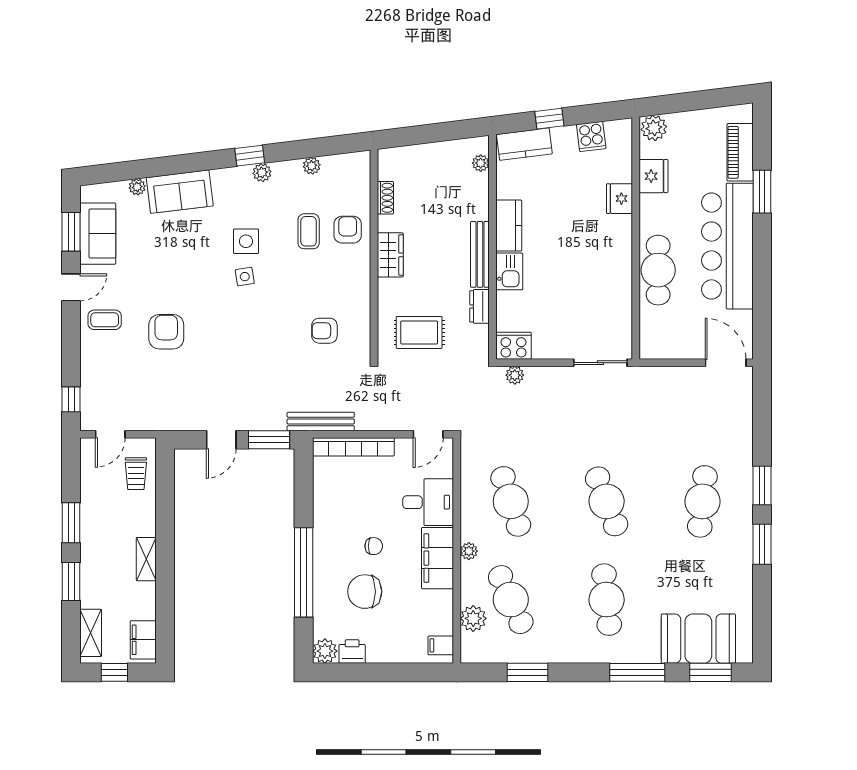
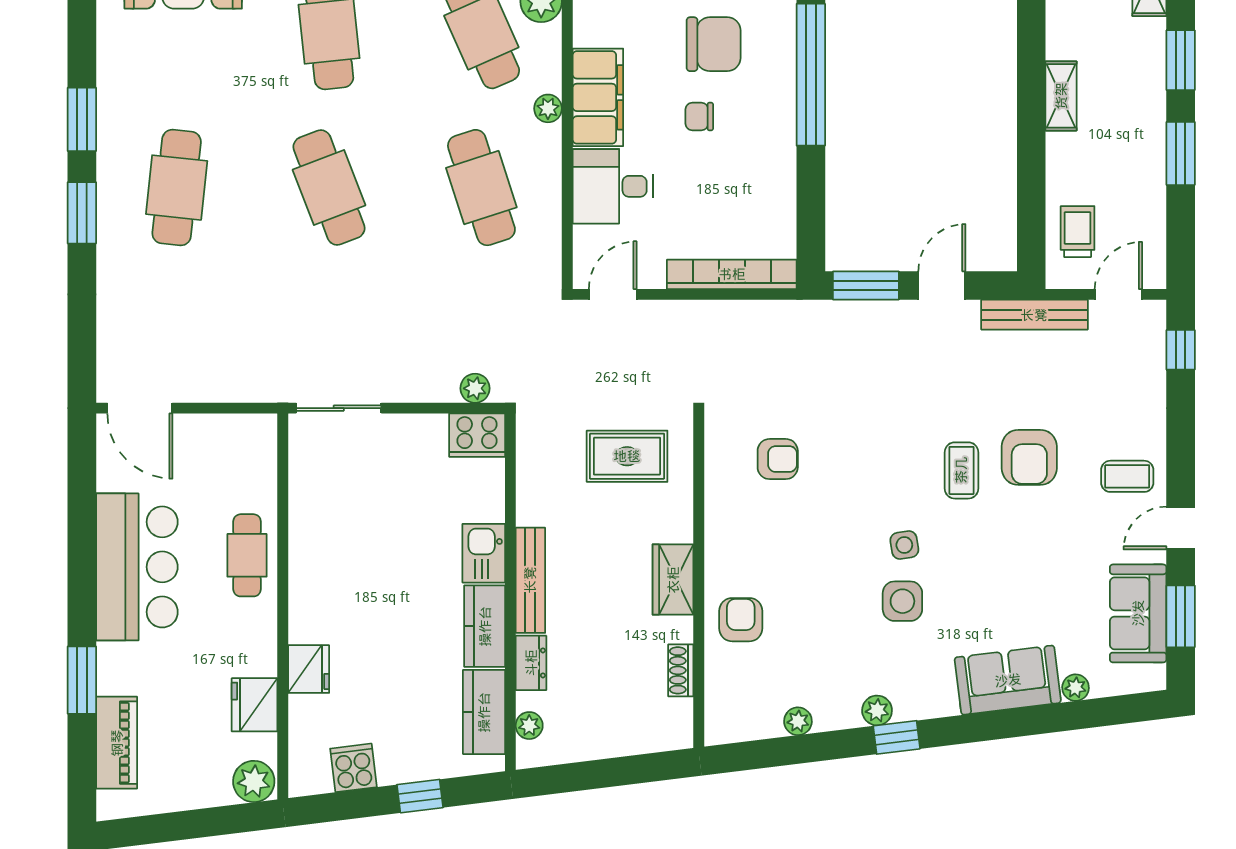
kitchen counter: (524, 144) -> (484, 712), moved, turned -83
armchair: (348, 230) -> (741, 620), turned 180
coffee table: (309, 231) -> (961, 470), moved
bar counter: (727, 246) -> (137, 567), width x0.73
cafe table: (658, 270) -> (247, 555), width x0.73, depth x0.74
dresser: (480, 306) -> (531, 663), moved
bench: (321, 421) -> (1034, 315), moved

